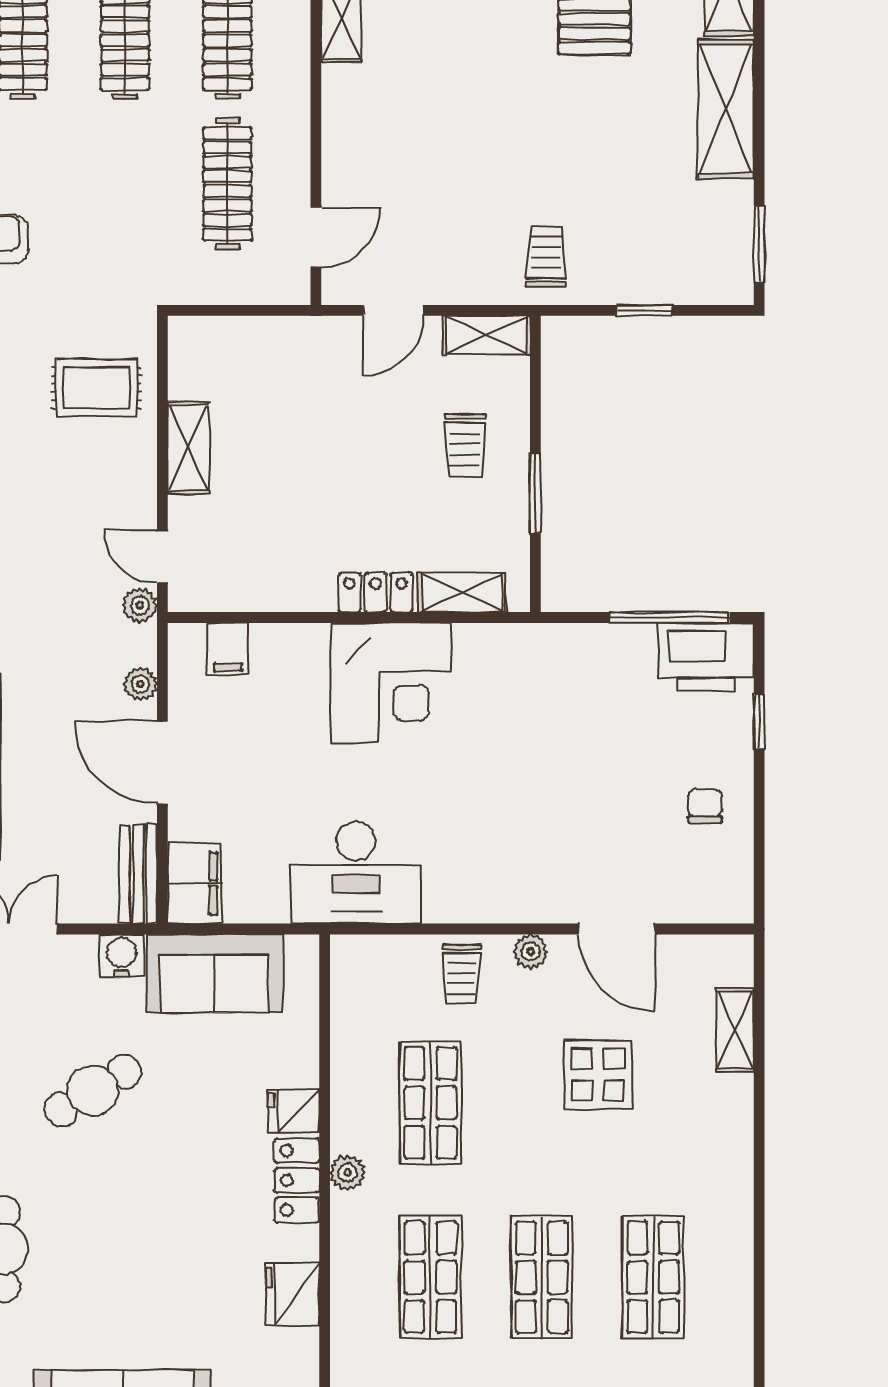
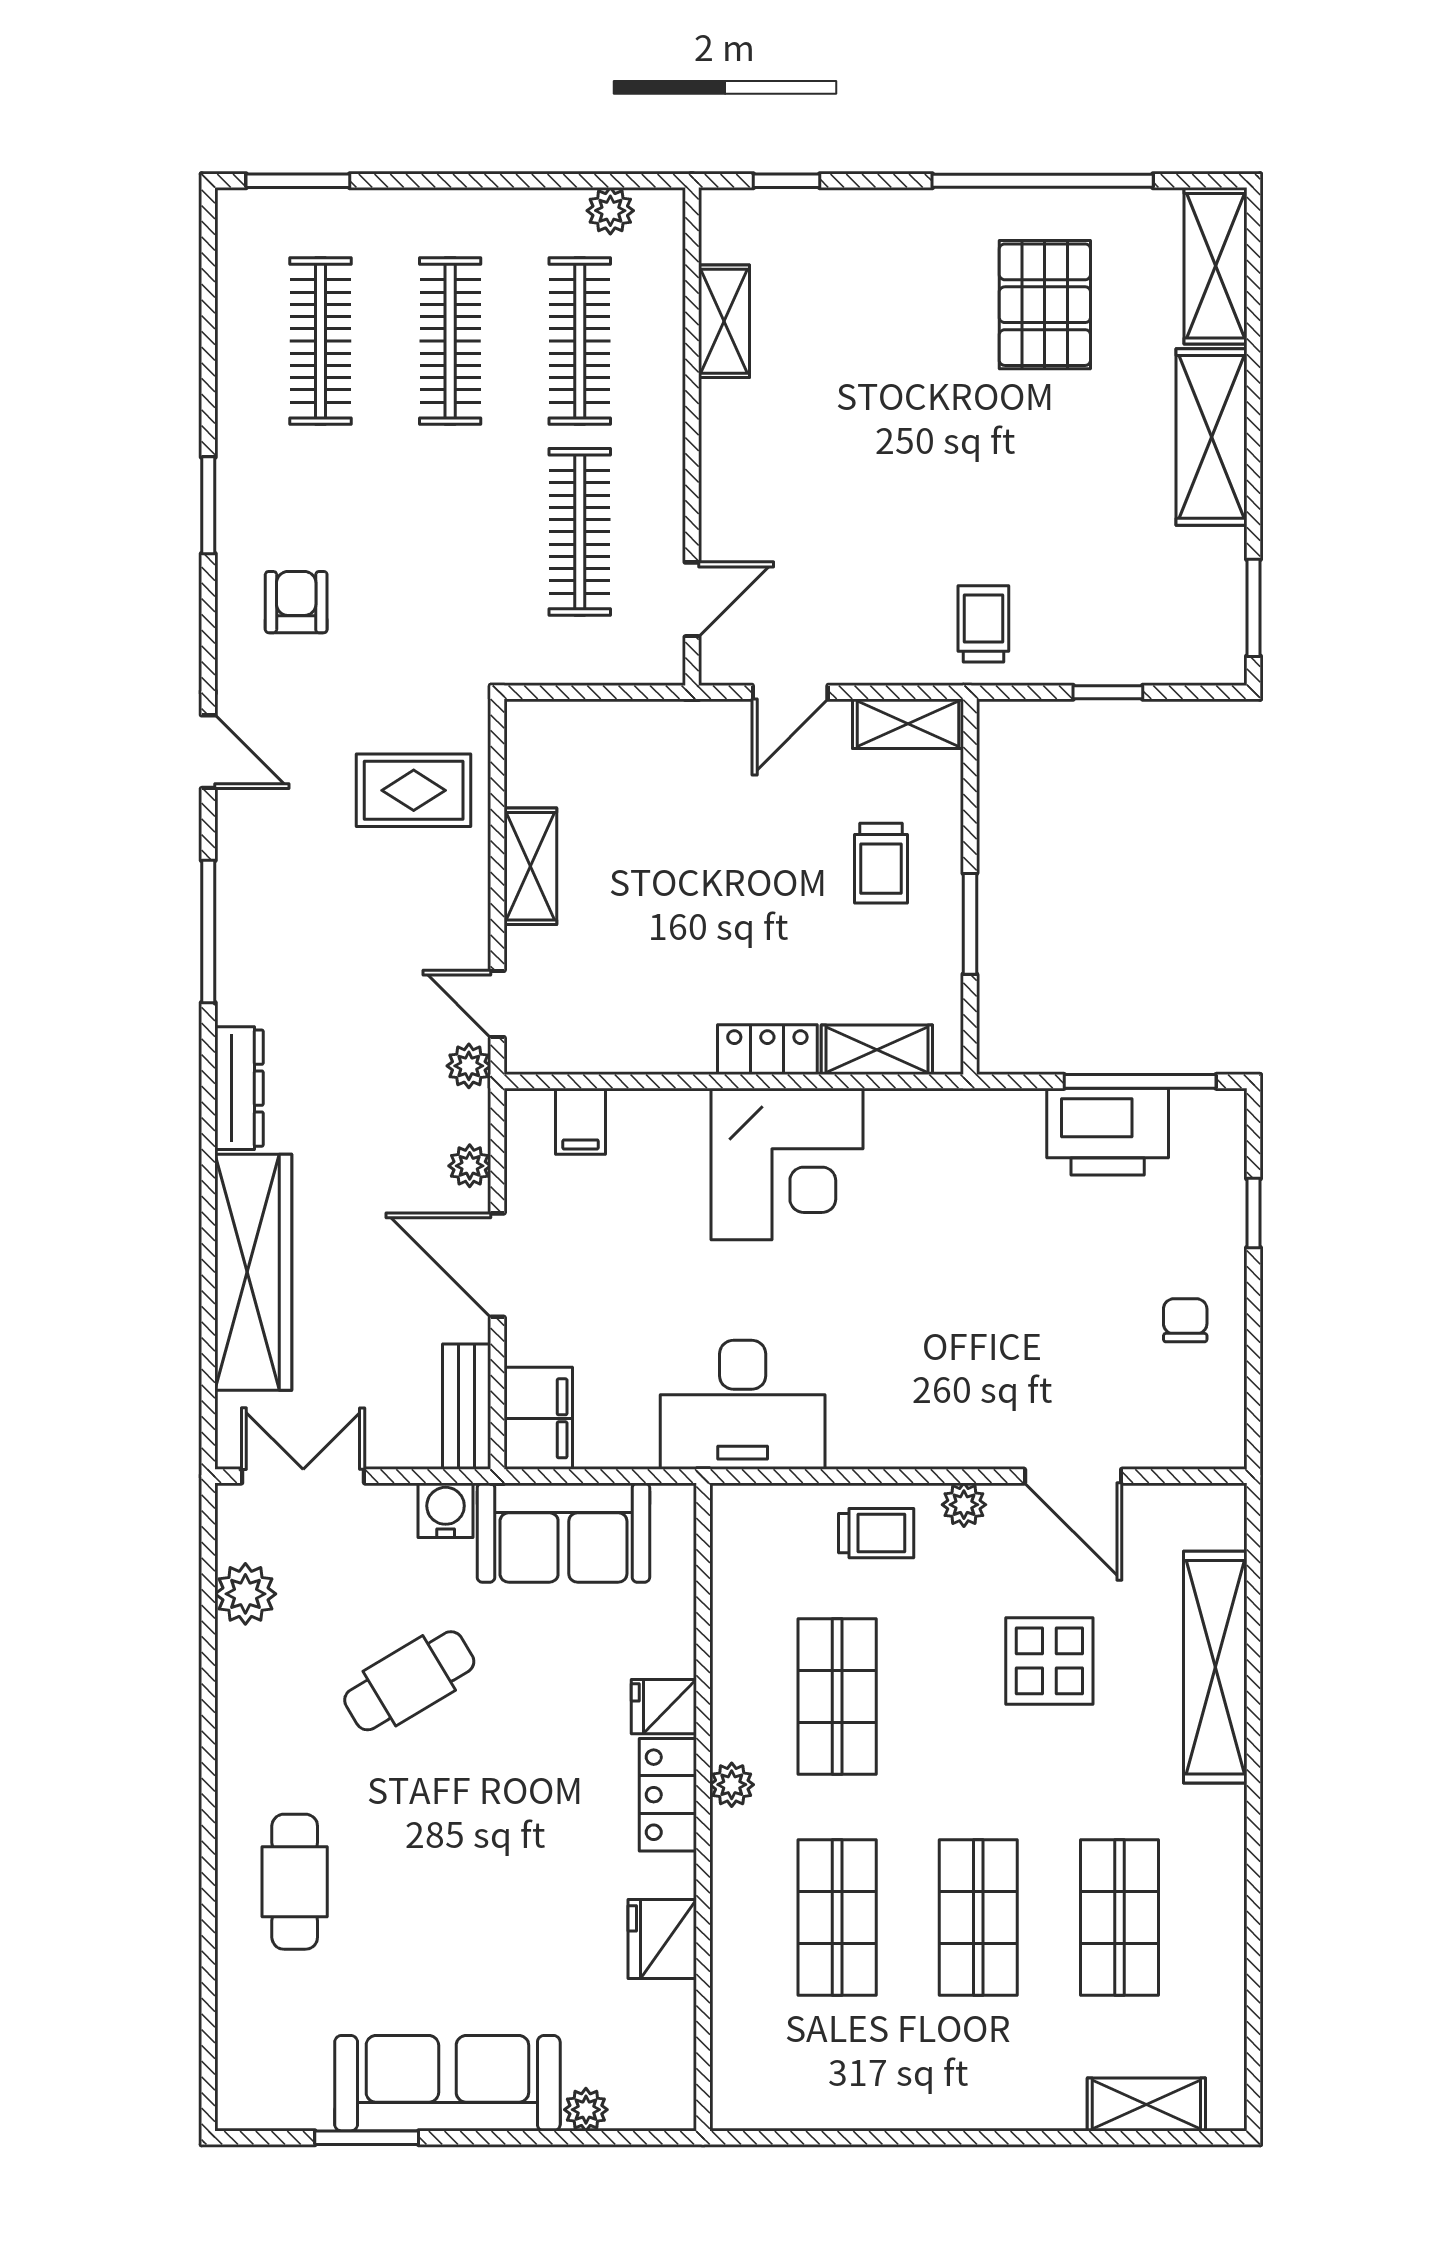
printer: (706, 657) -> (1108, 1132), moved
trolley: (461, 974) -> (876, 1533), turned -90
shelving: (735, 1030) -> (1215, 1667), width x2.20, depth x1.33

